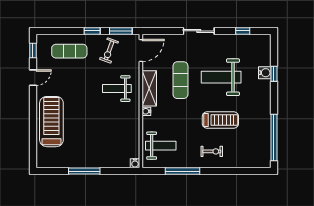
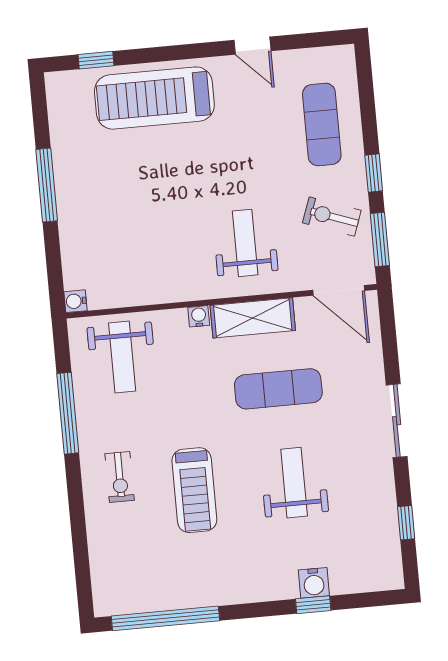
window: (33, 51) -> (96, 60), moved
weight bench: (221, 77) -> (294, 483), width x0.73, depth x0.75
treadmill: (51, 122) -> (154, 98), turned 180

